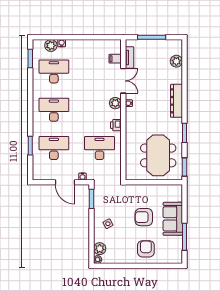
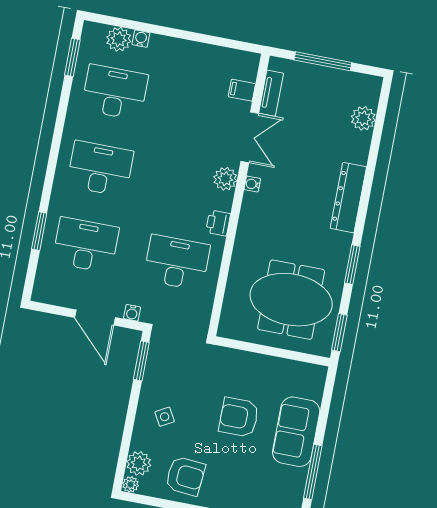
meeting table: (158, 155) -> (291, 300), turned 90
armchair: (146, 249) -> (185, 476), moved, turned 95

